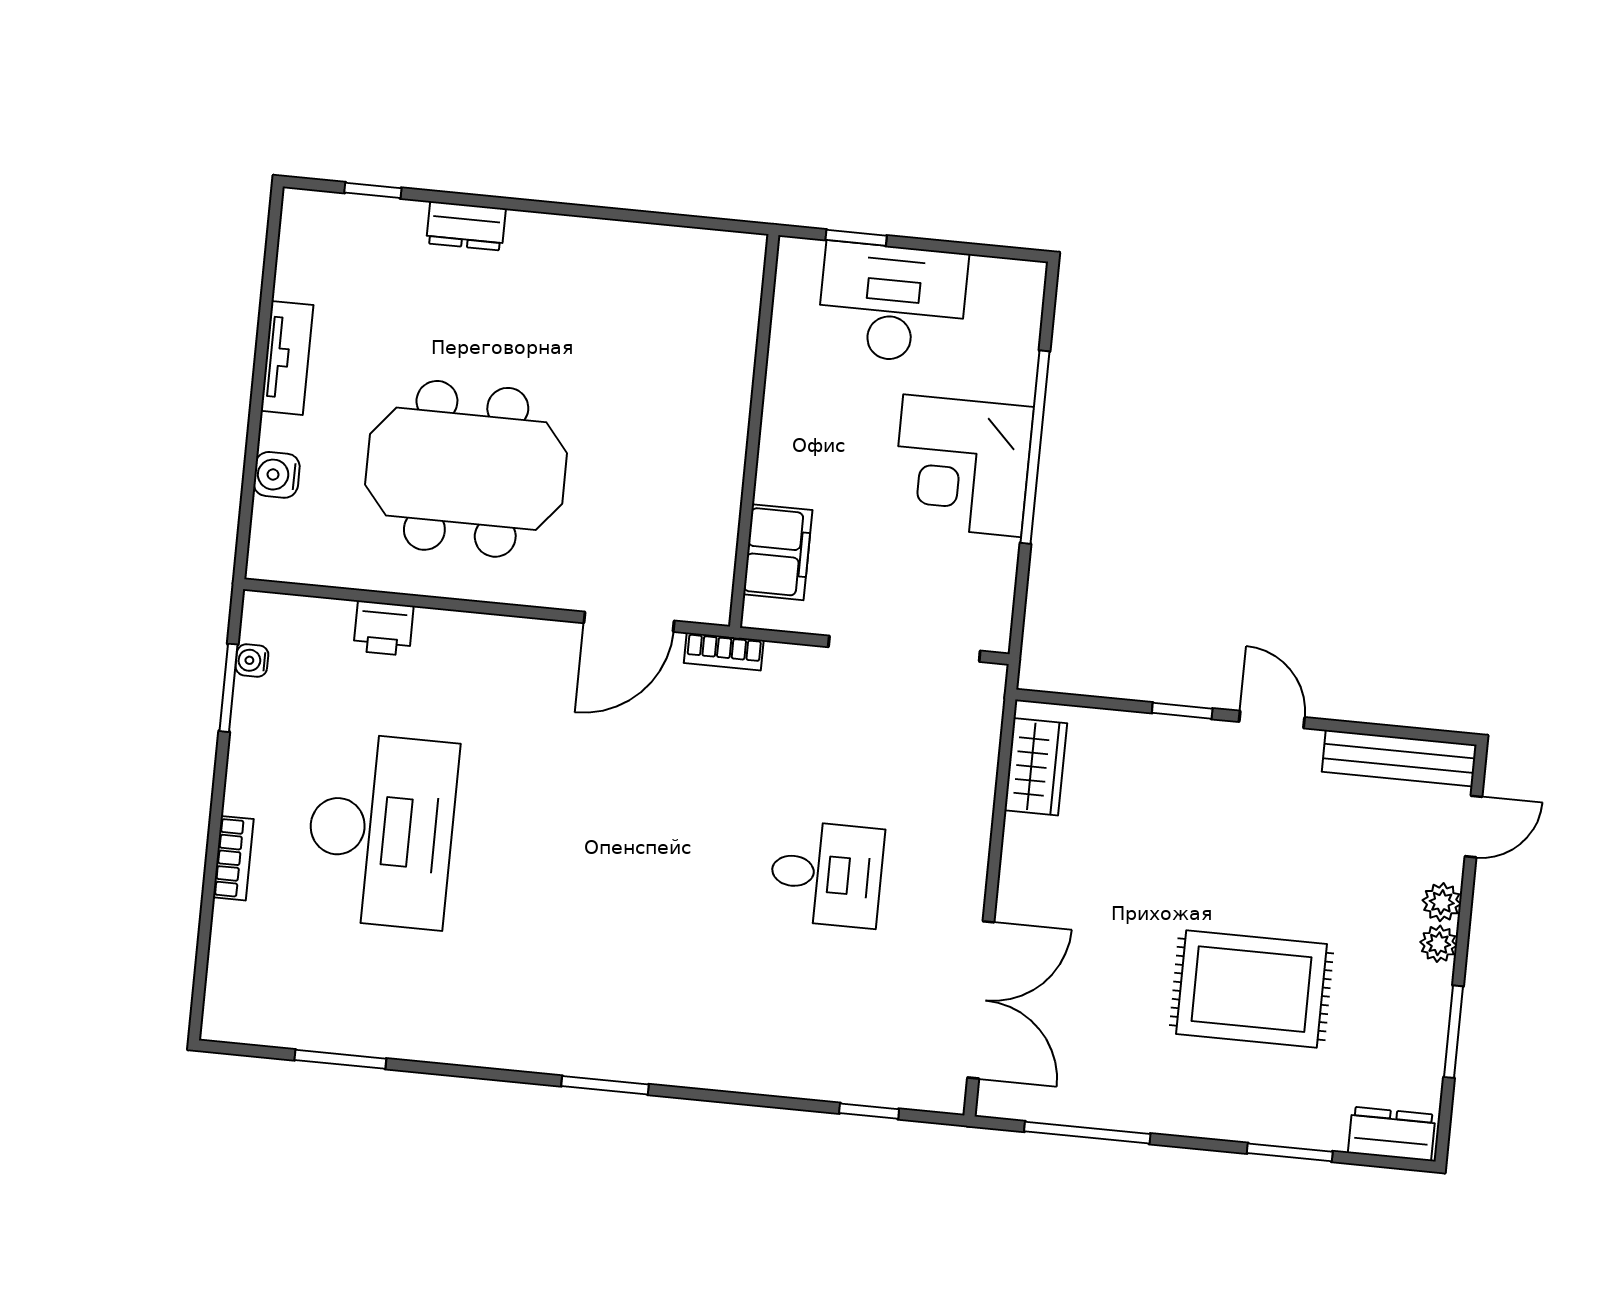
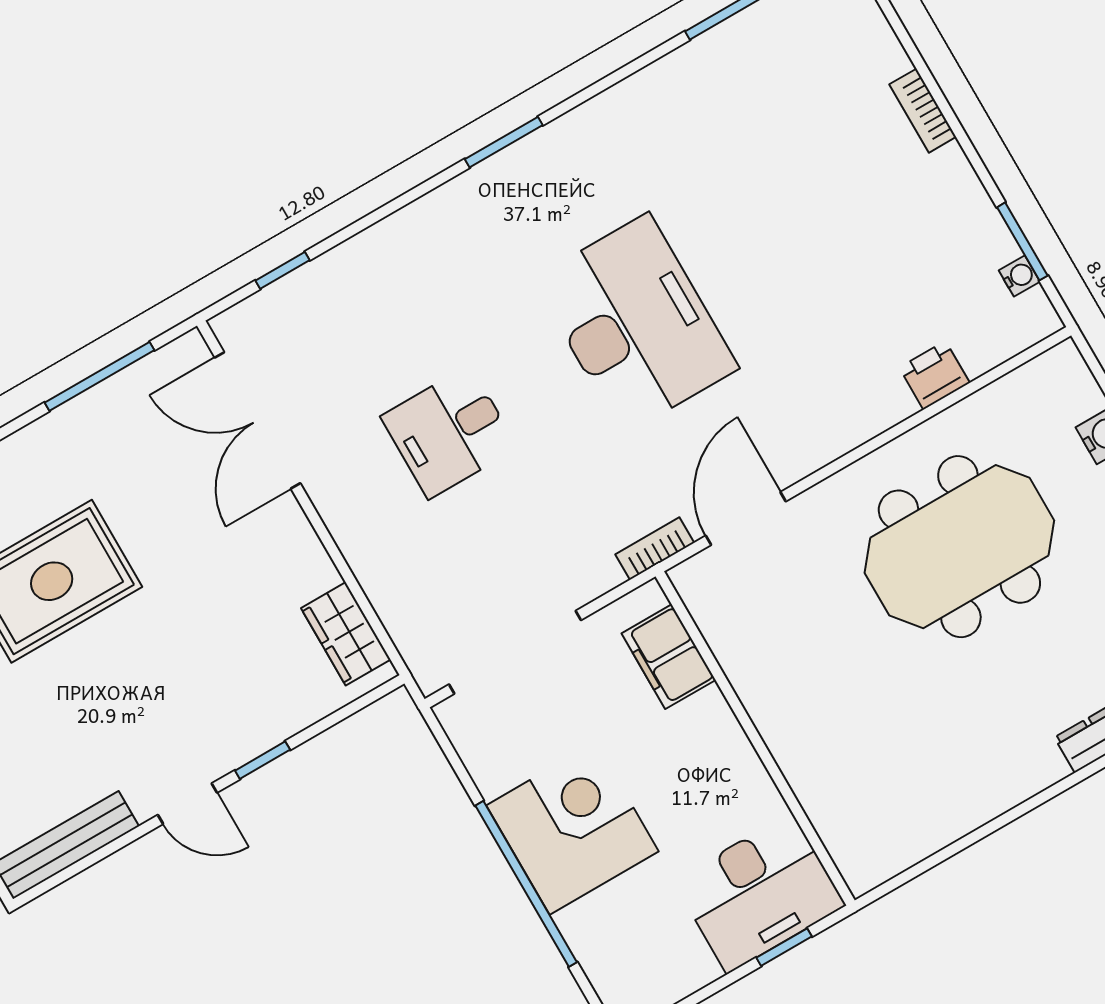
desk: (892, 303) -> (759, 893), moved
desk: (381, 830) -> (636, 324), moved, turned 180

